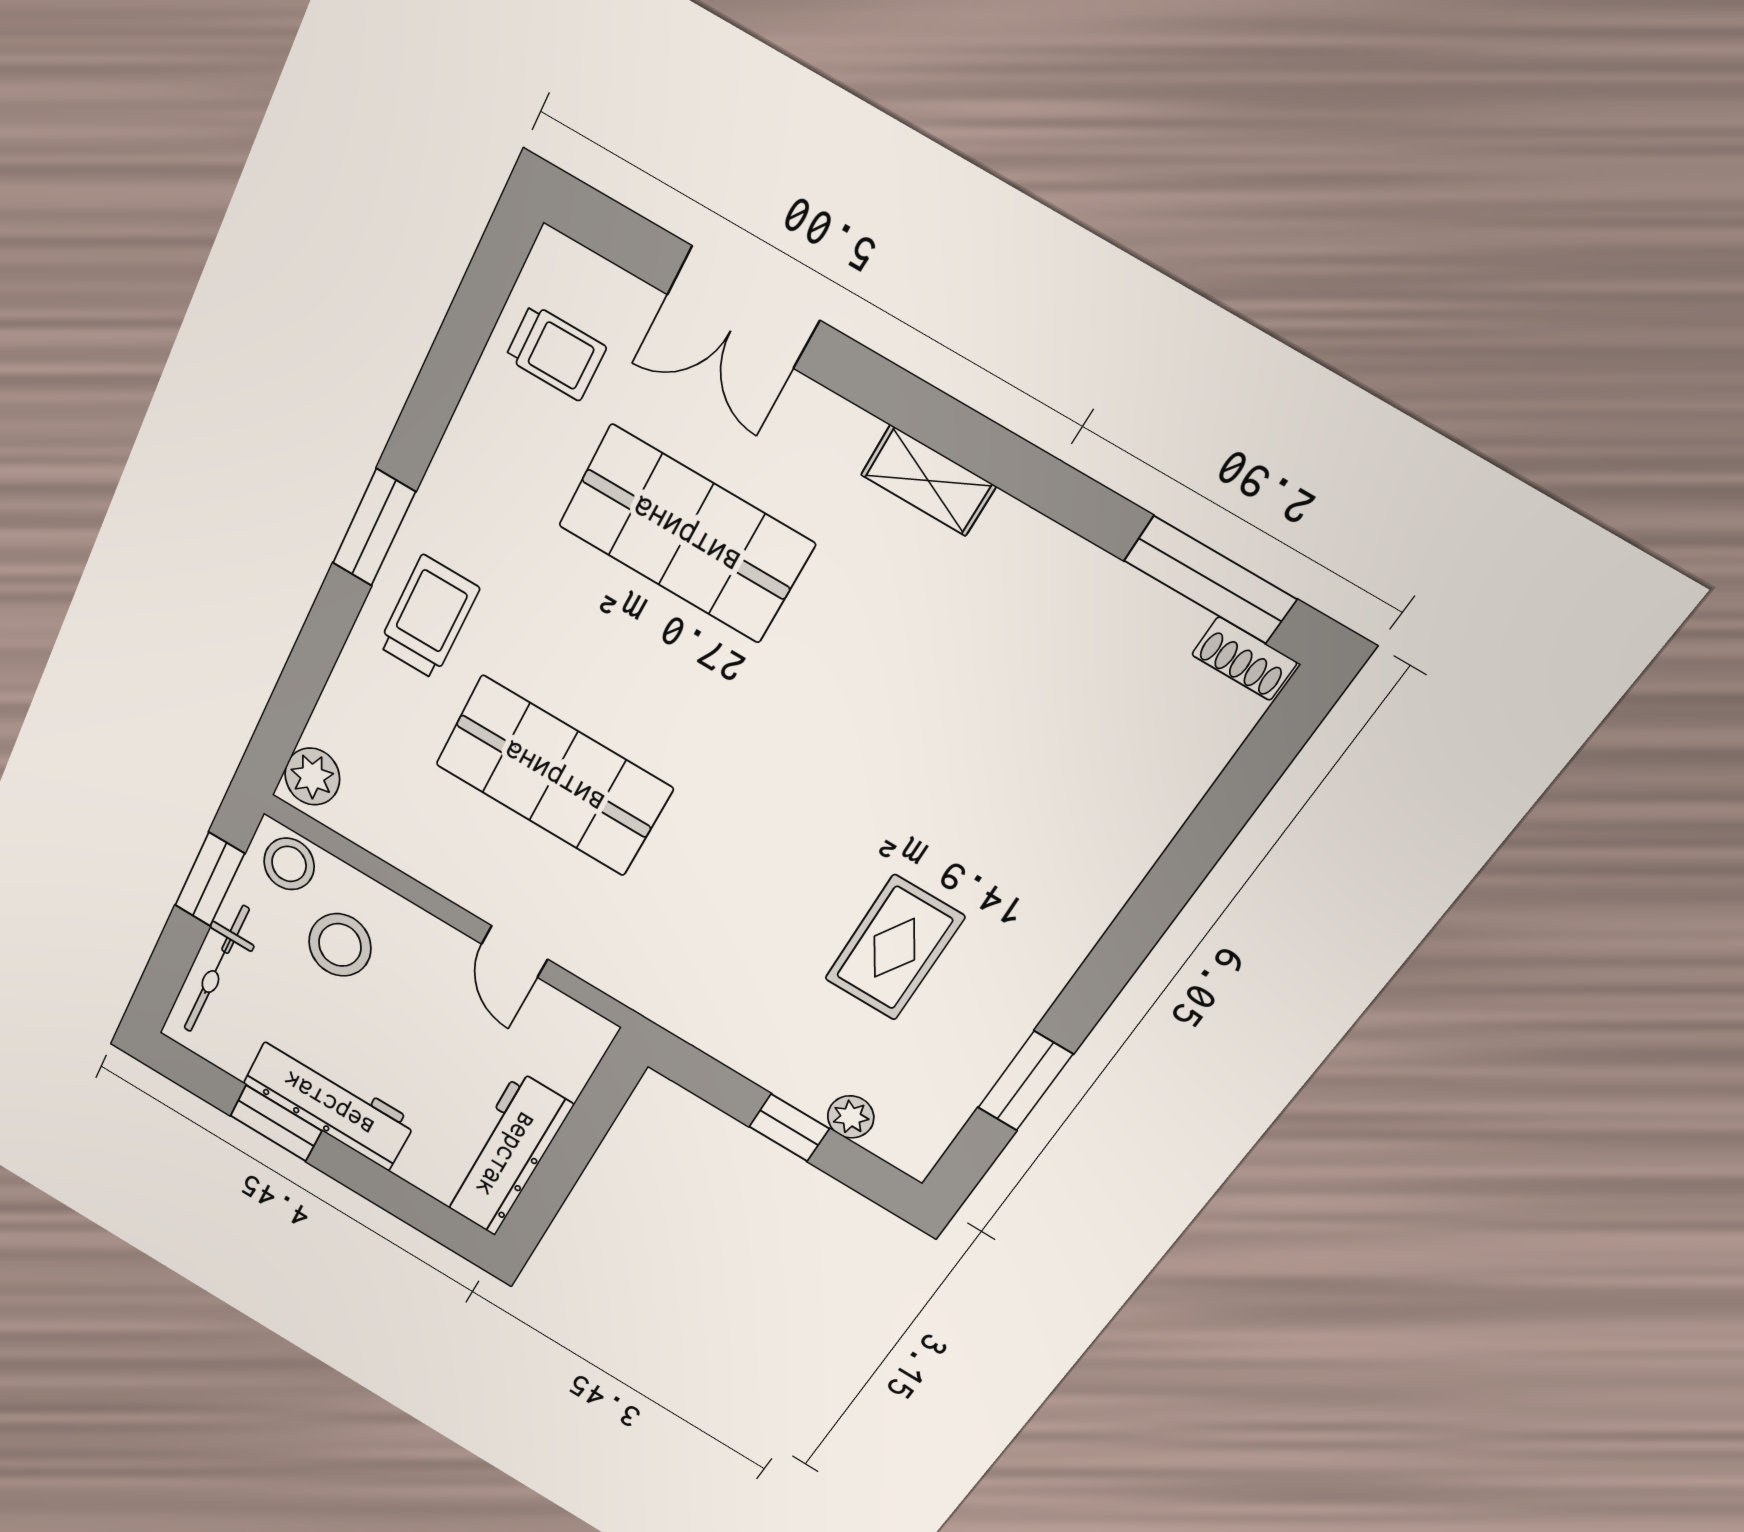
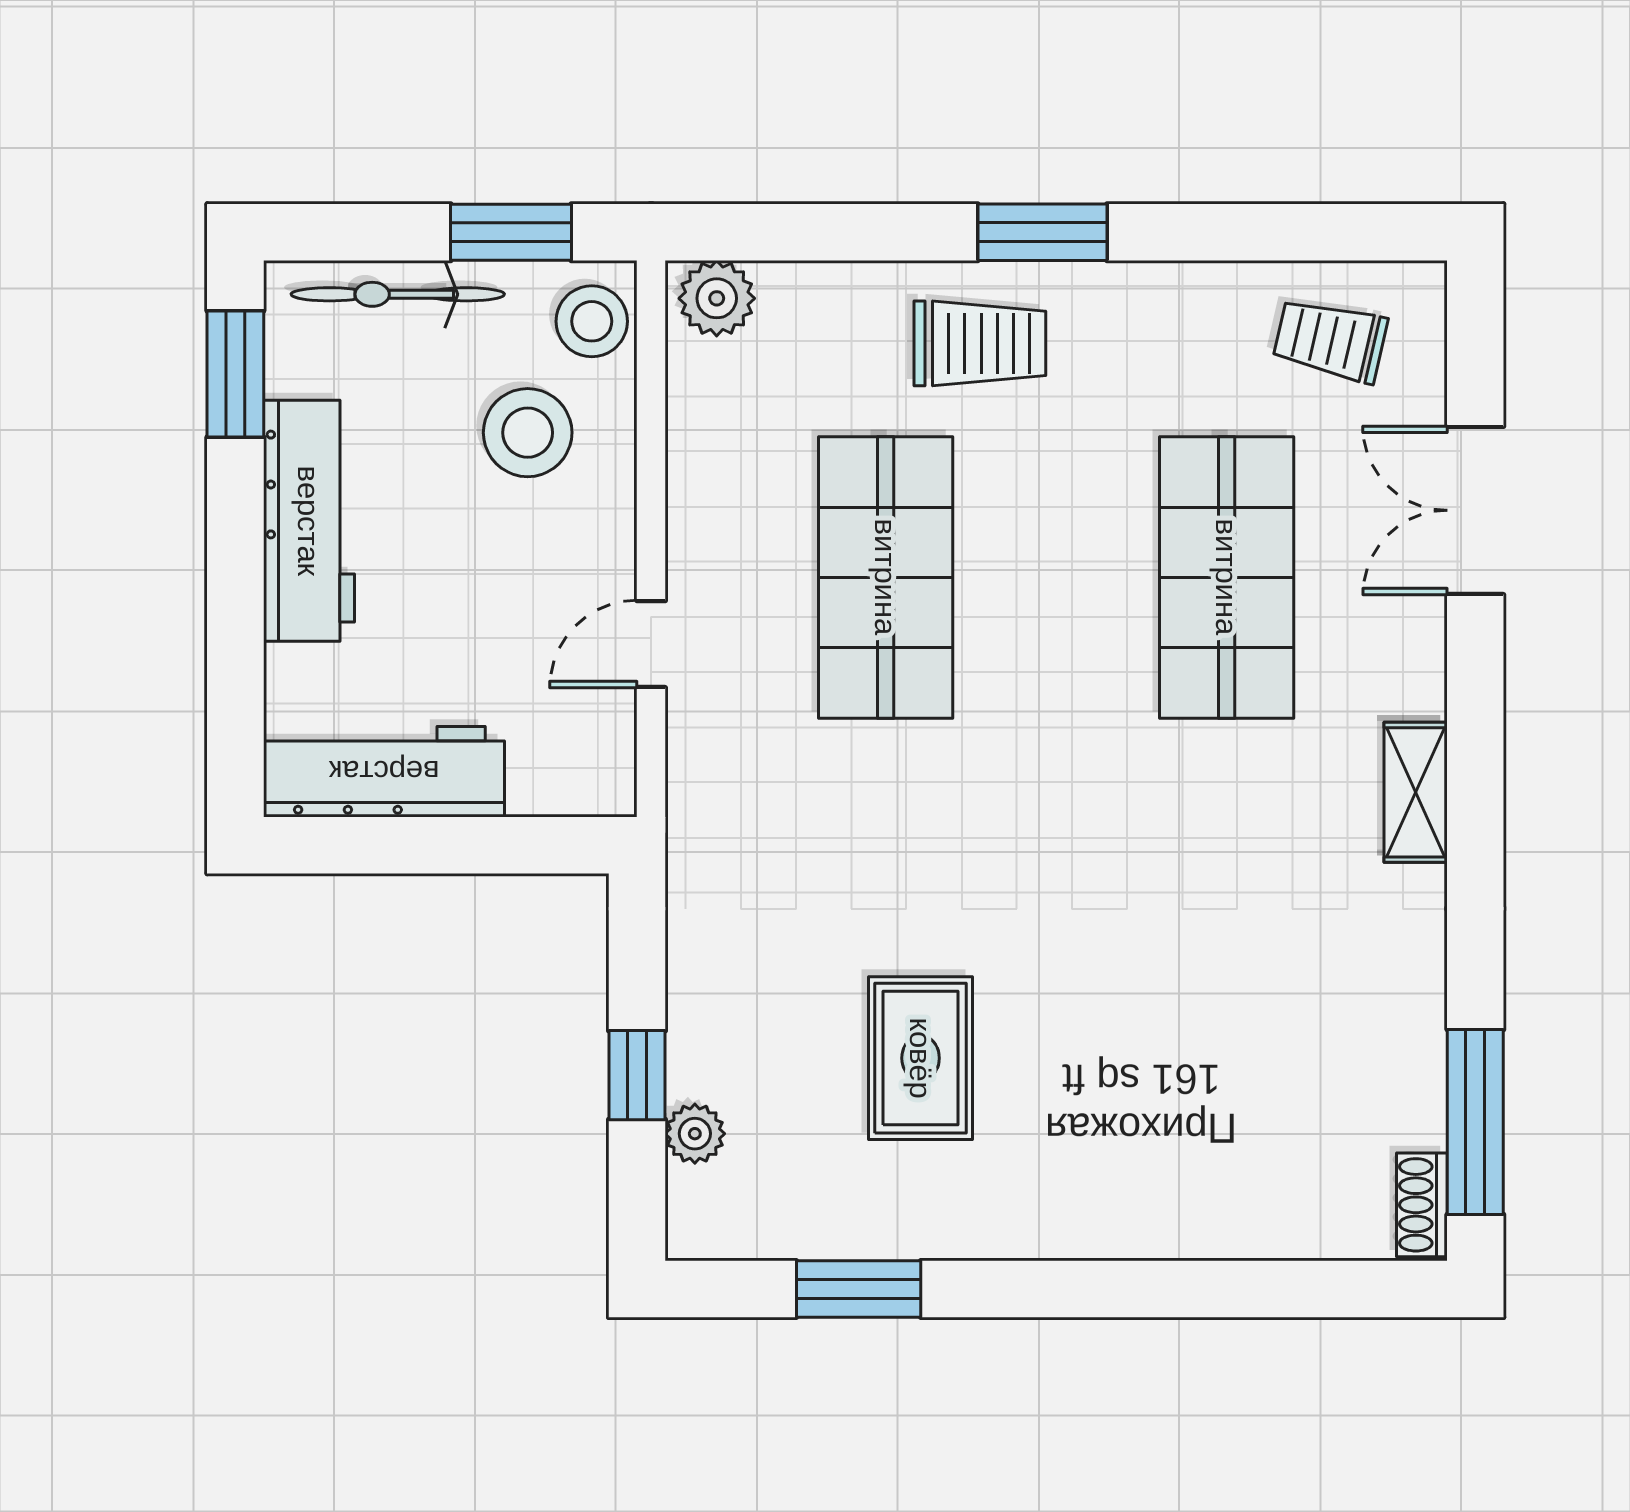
trolley: (556, 352) -> (1330, 340), turned 103
rug: (894, 948) -> (921, 1058), turned 90
window: (276, 1123) -> (235, 374), moved

